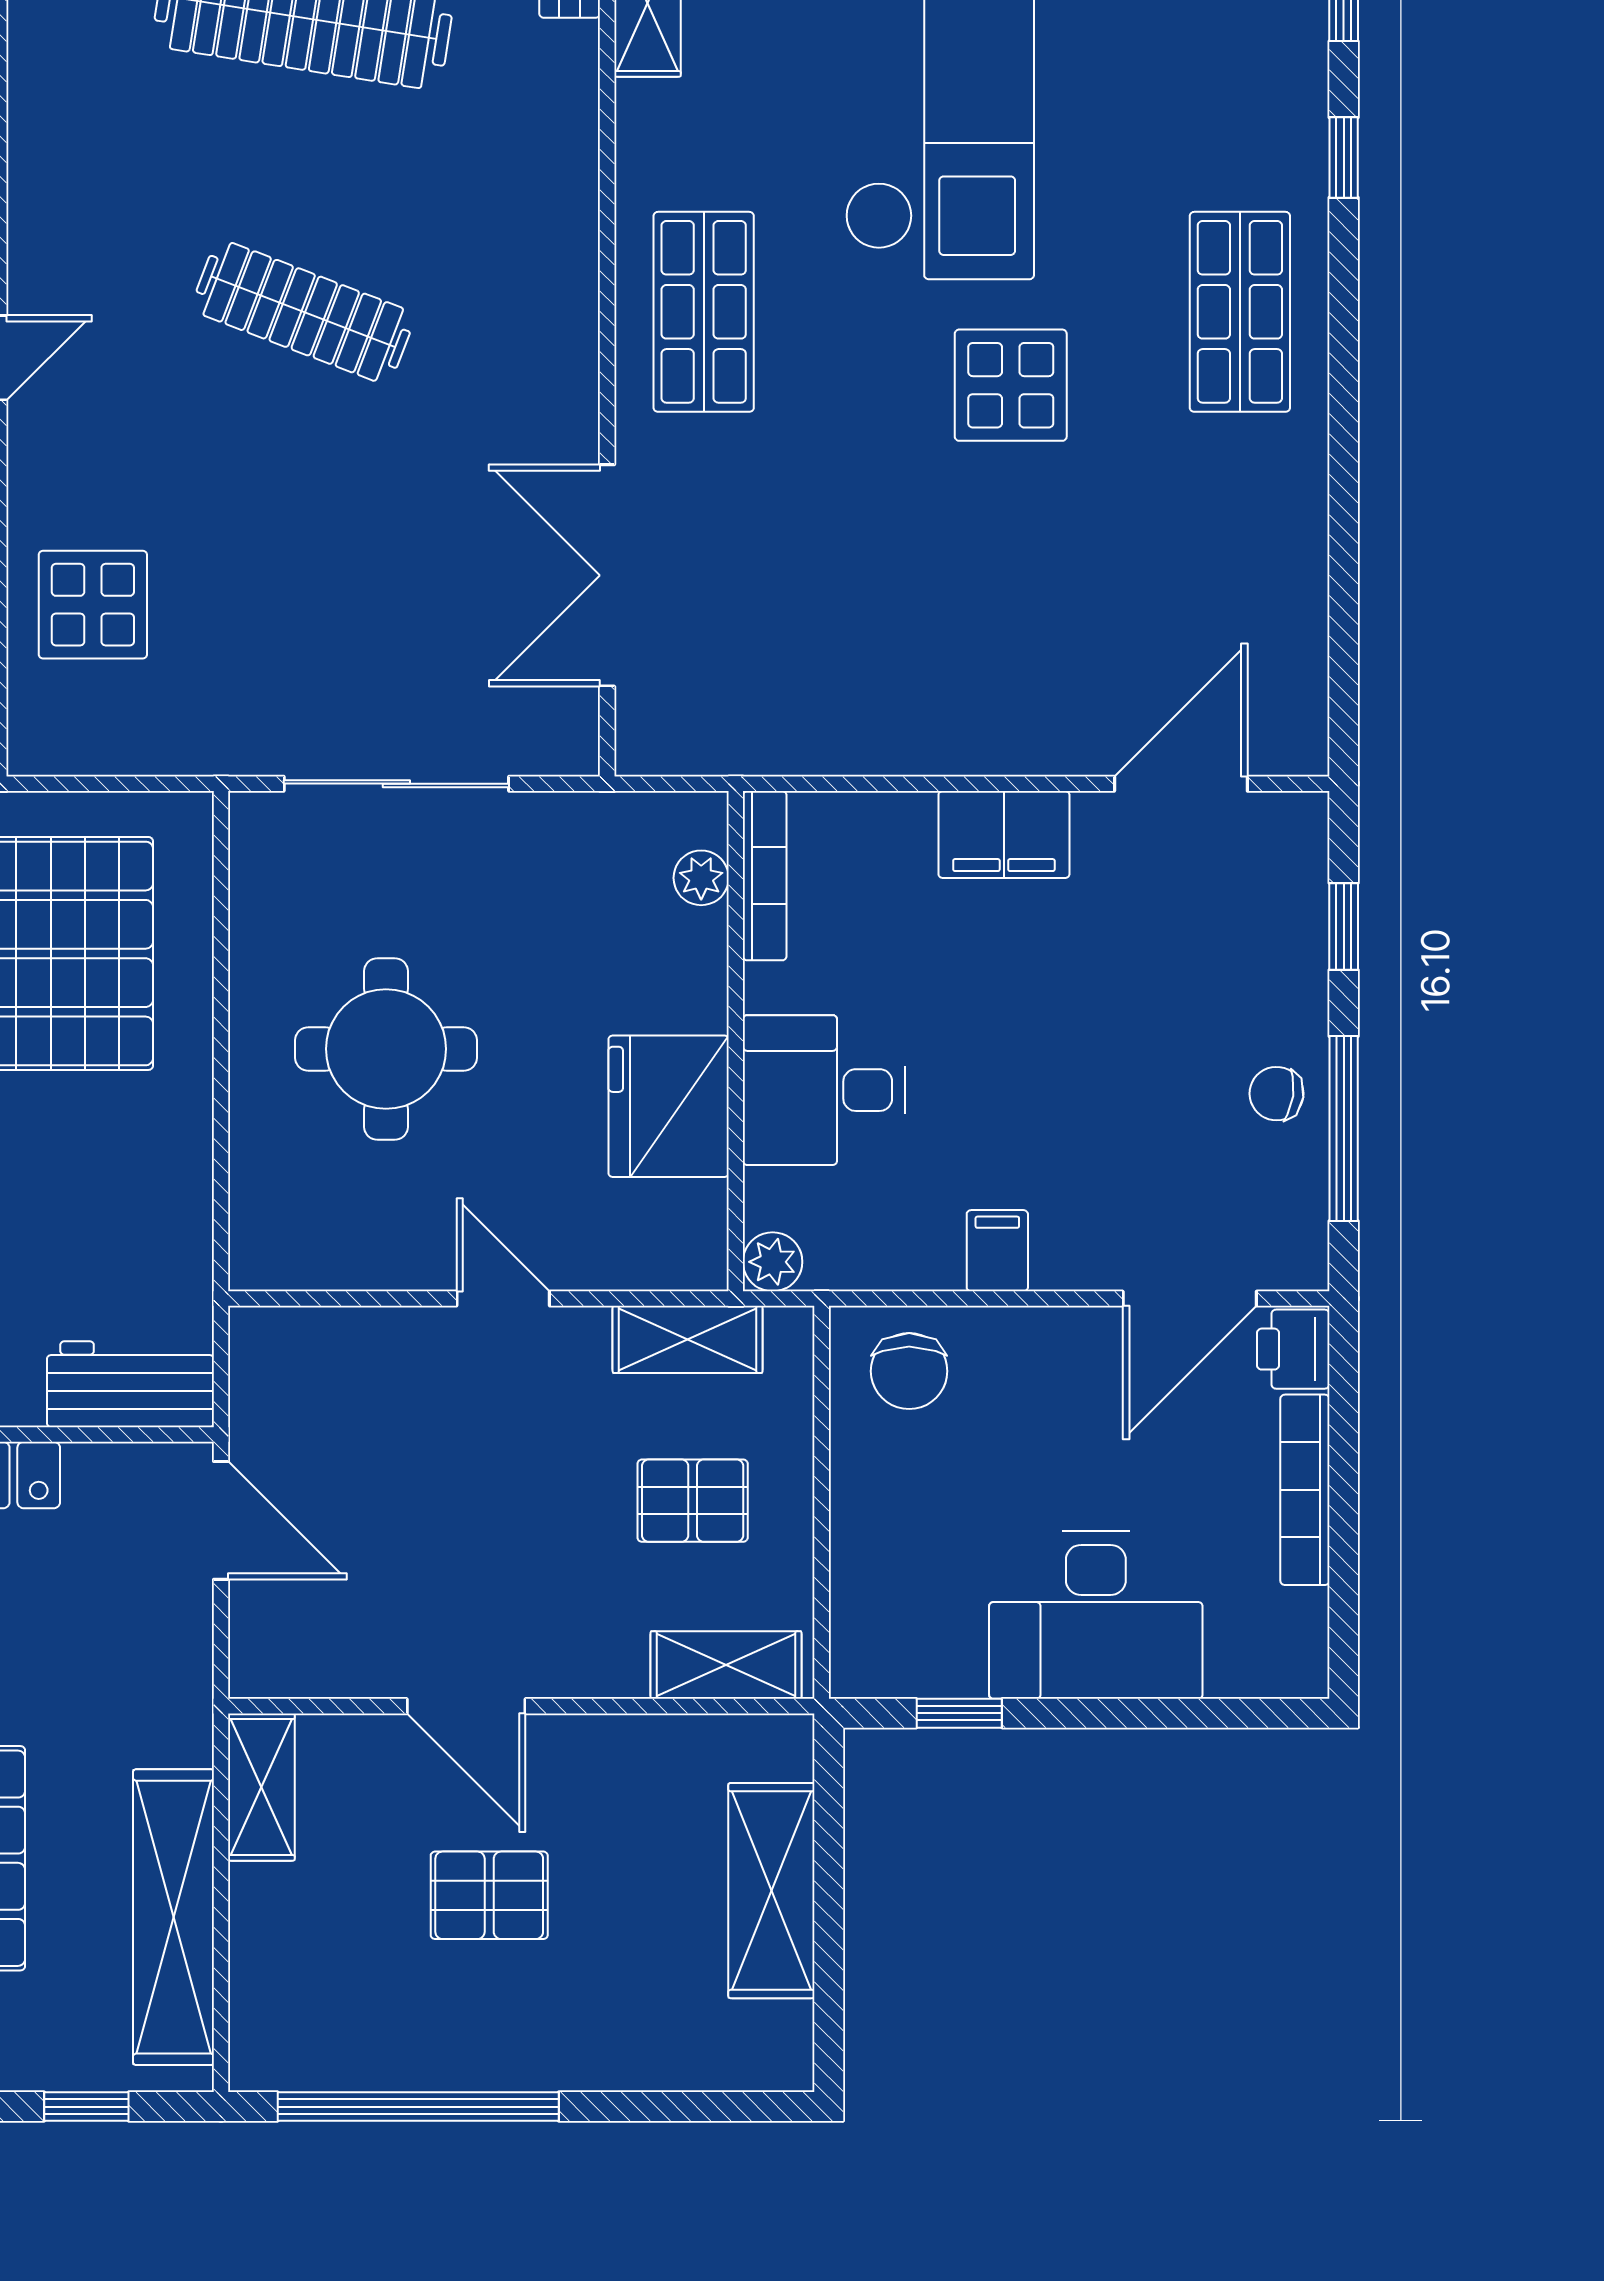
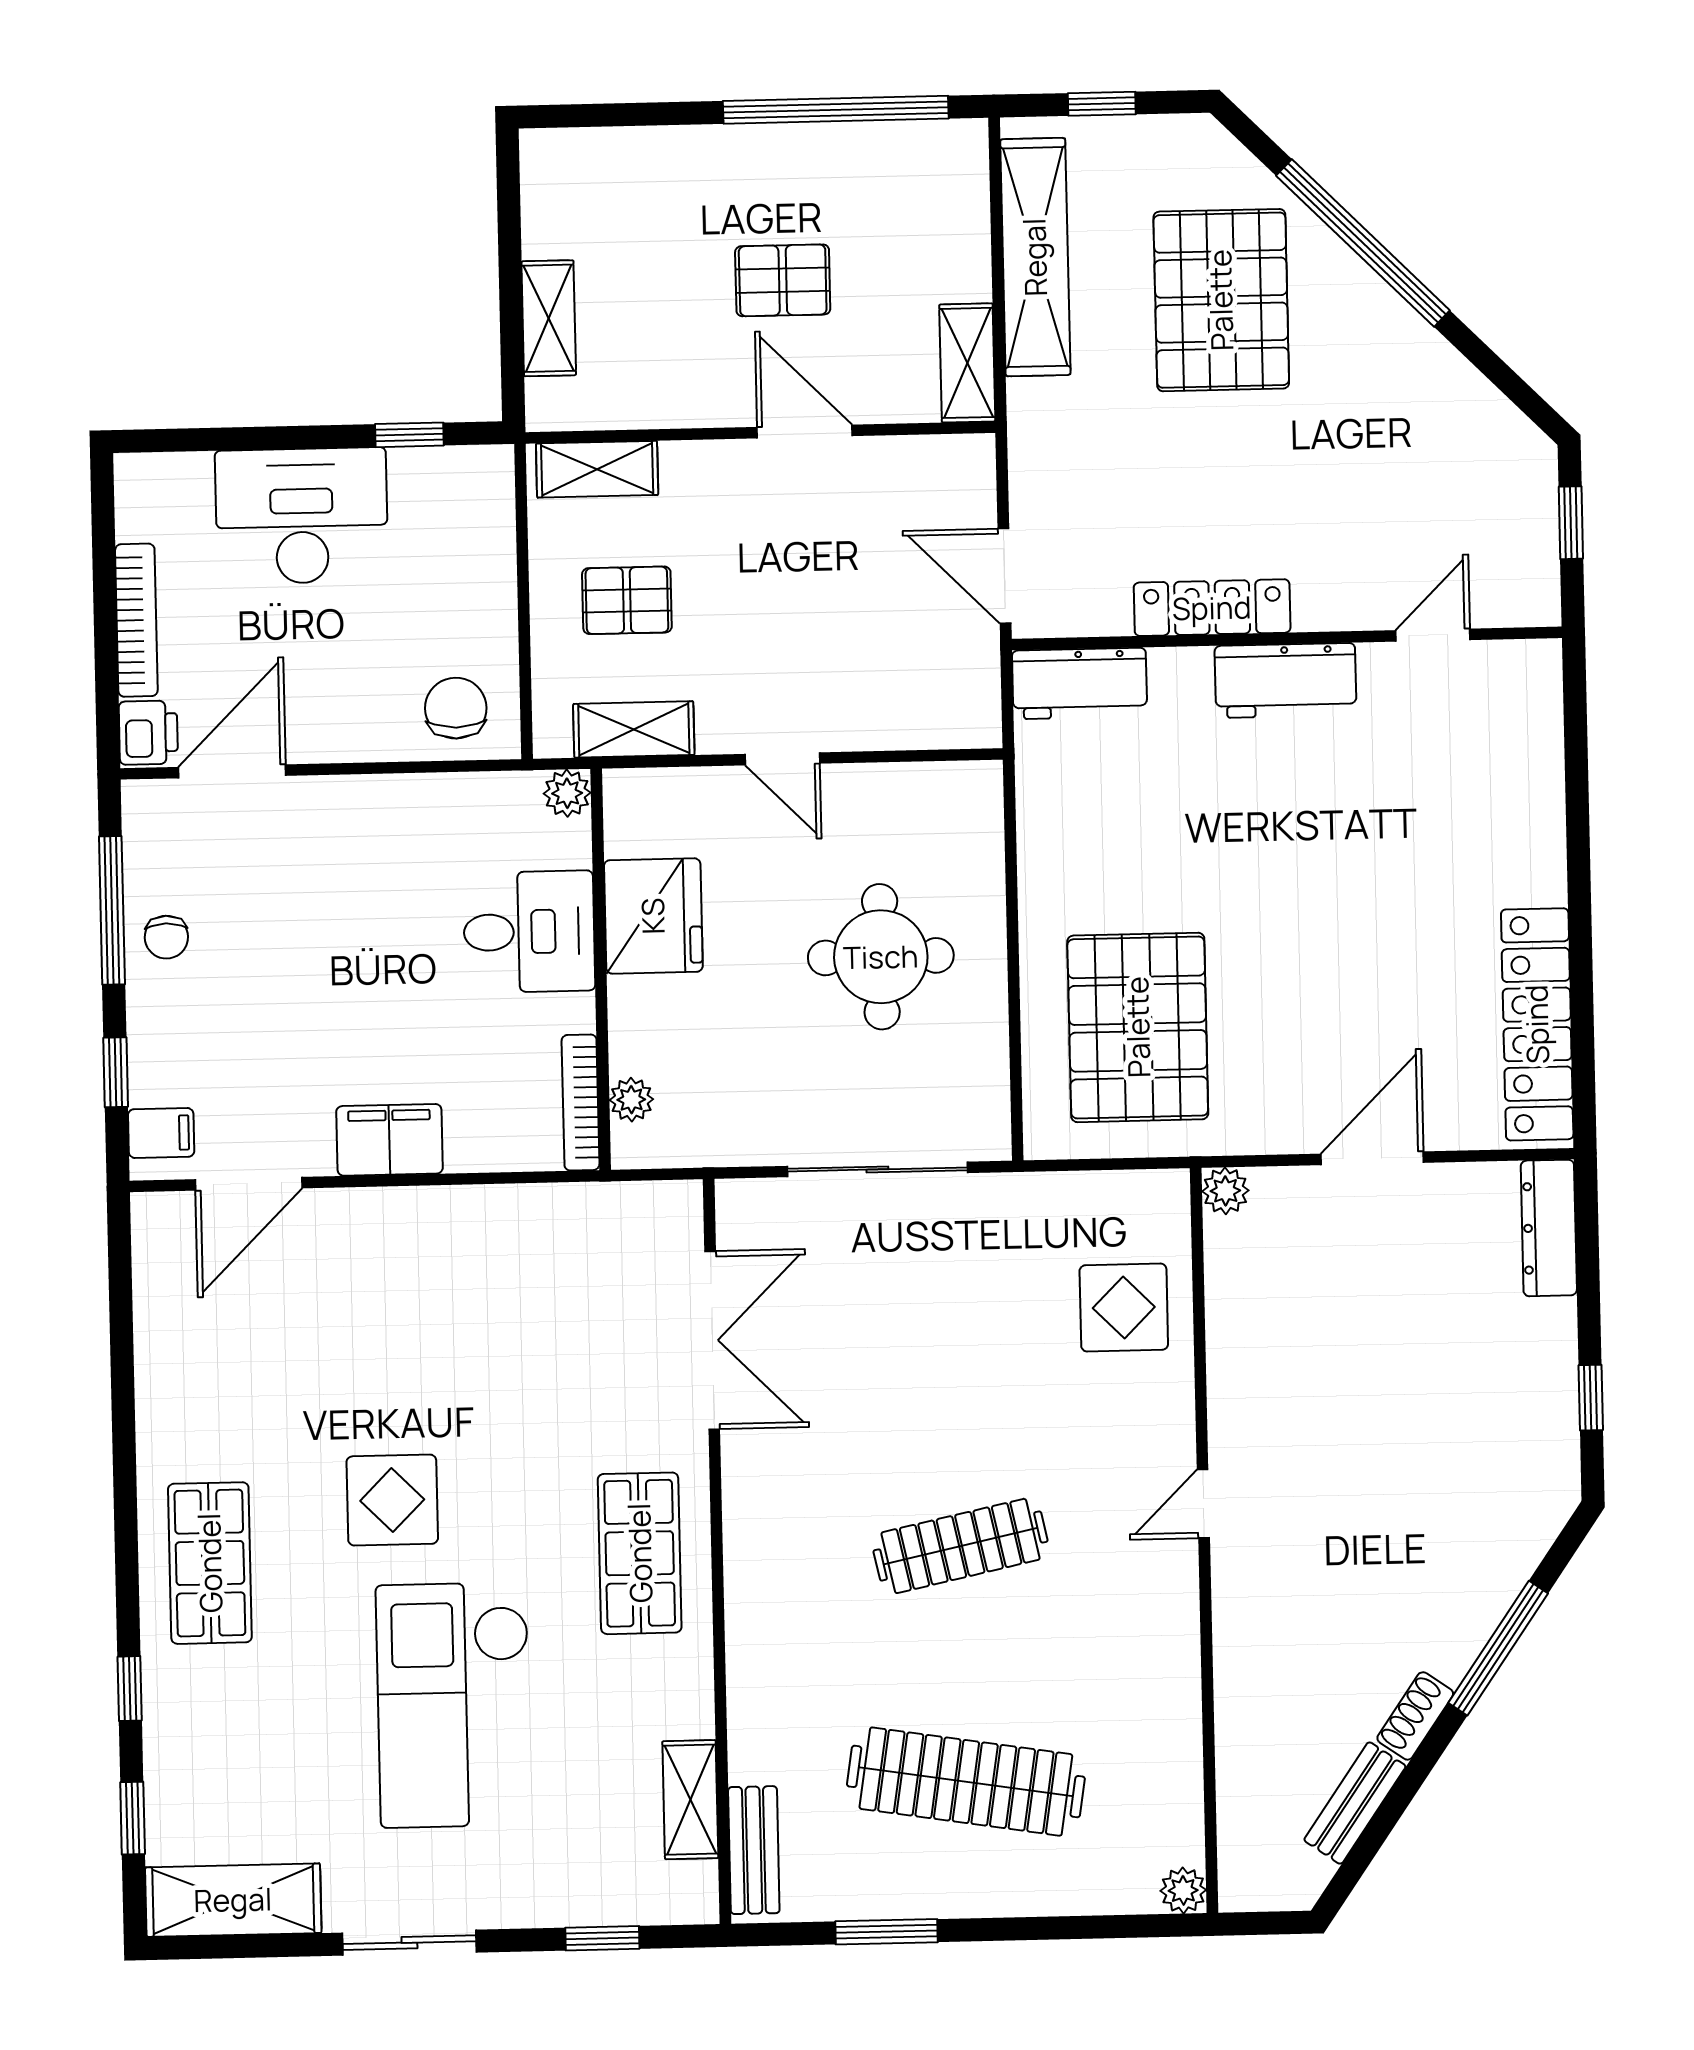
clothes rail: (303, 312) -> (961, 1546), turned -33
chair: (1276, 1094) -> (166, 937), turned 82
filing cabinet: (997, 1251) -> (161, 1133), moved, turned -90
shelving: (771, 1891) -> (549, 318), width x0.67, depth x0.75

